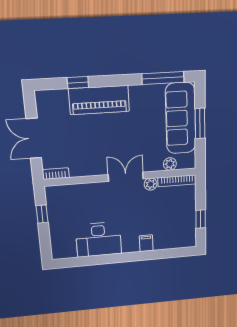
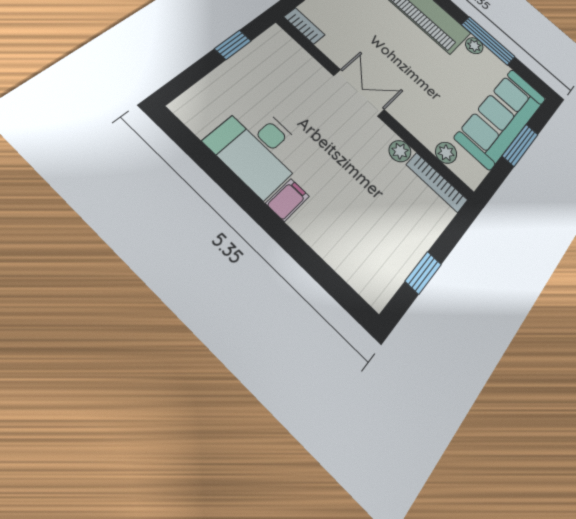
window: (163, 78) -> (488, 41), moved
plant: (136, 91) -> (474, 46), added
double door: (126, 177) -> (359, 93), moved
filing cabinet: (146, 243) -> (288, 200), moved

